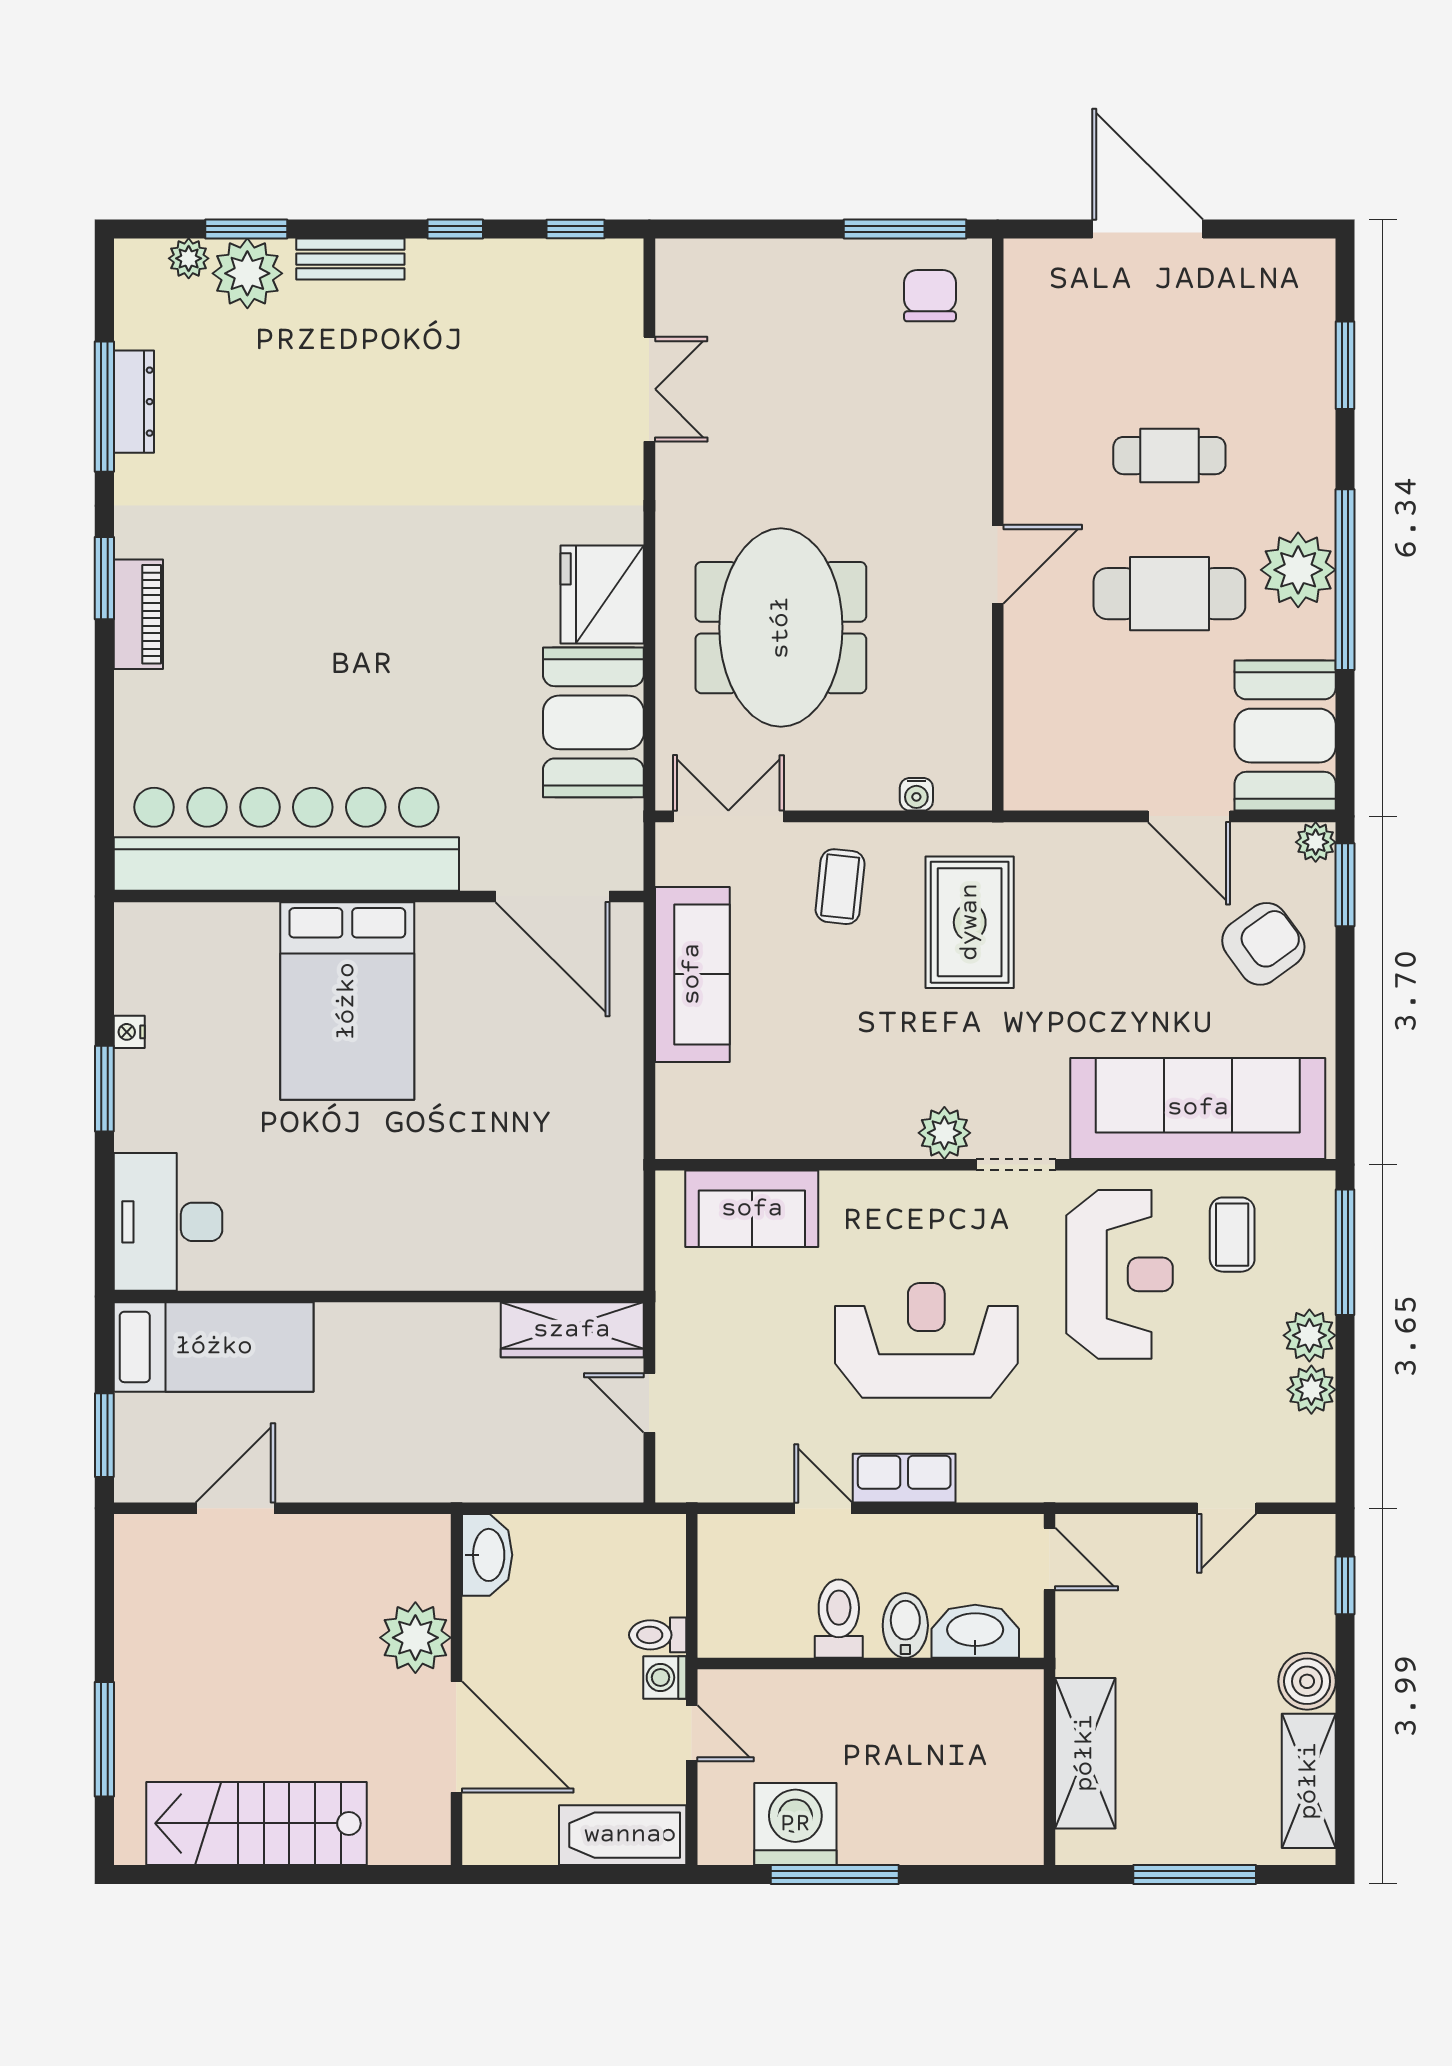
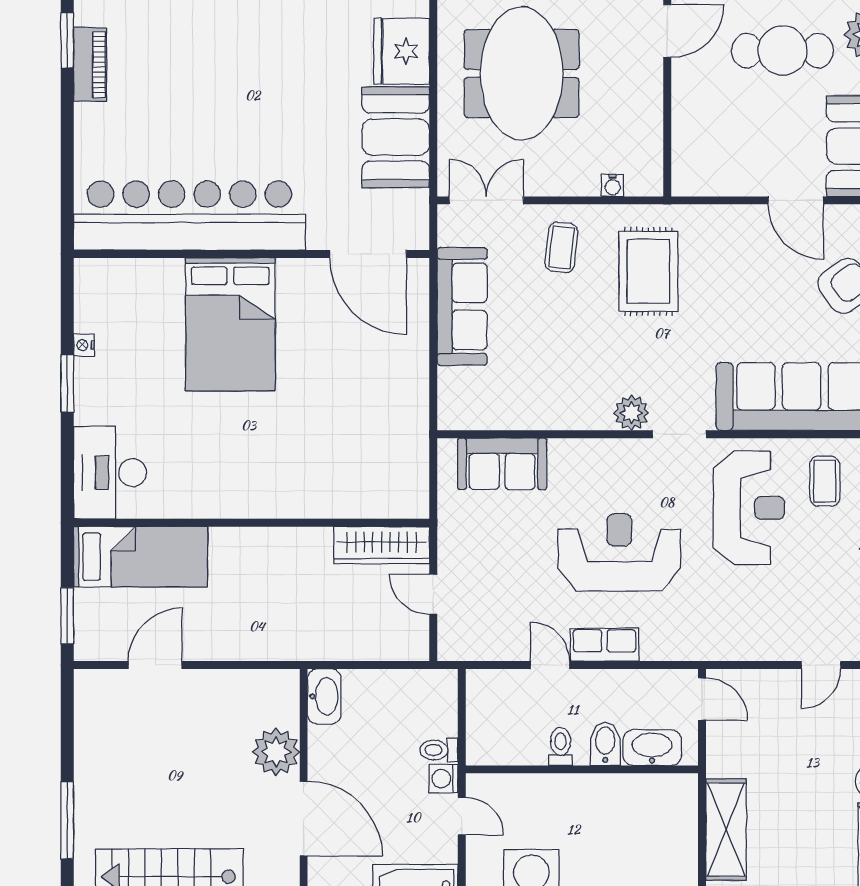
toilet: (839, 1619) -> (561, 746), width x0.73, depth x0.72

